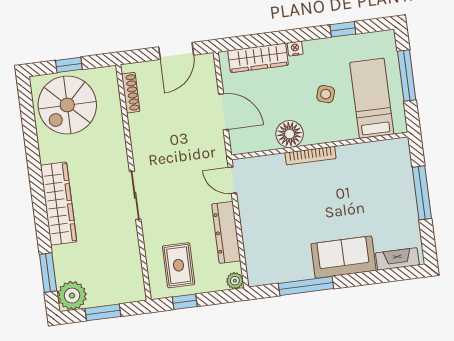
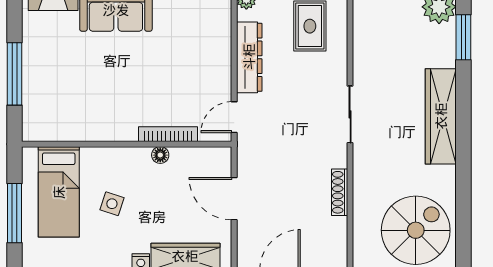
shoe rack: (131, 93) -> (340, 192), moved
floor lamp: (290, 134) -> (160, 155), width x0.53, depth x0.53
bookcase: (310, 156) -> (168, 134), moved
door: (232, 180) -> (234, 117), swing flipped

